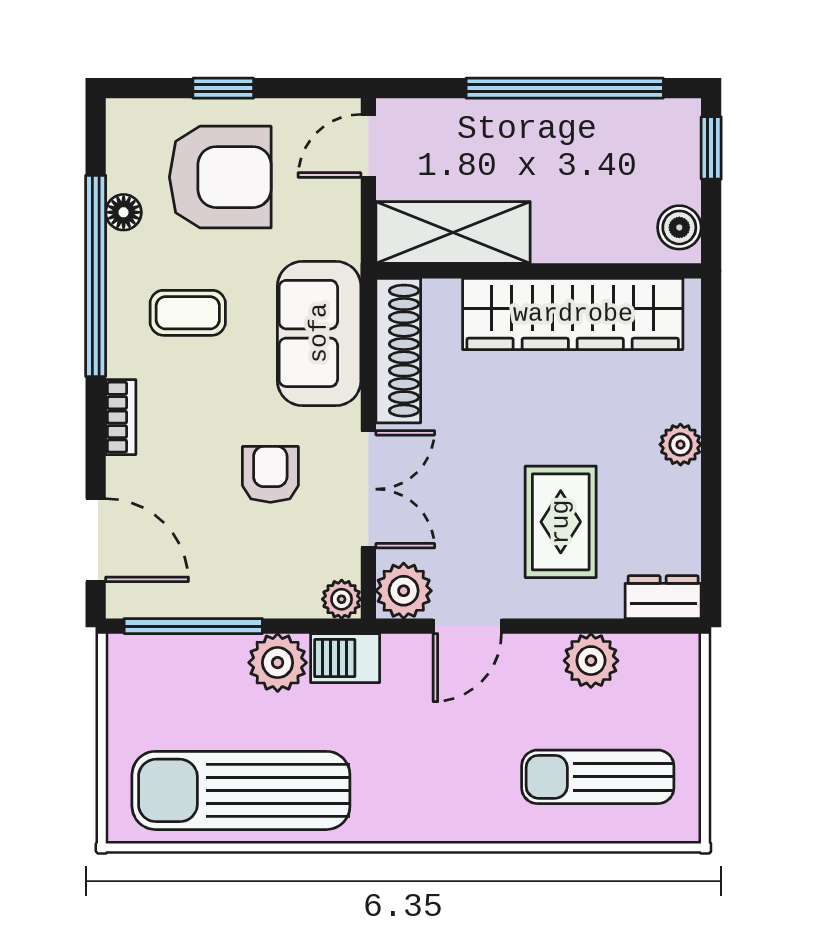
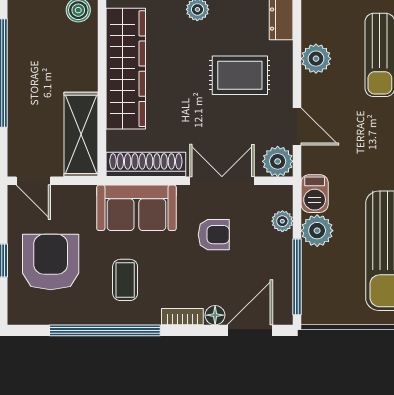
floor lamp: (124, 212) -> (215, 315), moved
armchair: (270, 474) -> (214, 235), turned 180
plant: (342, 599) -> (282, 221), moved

